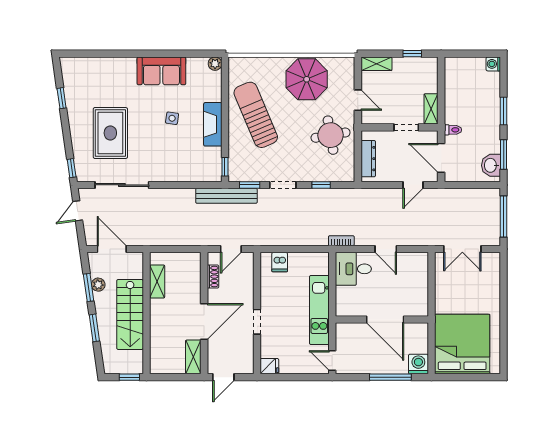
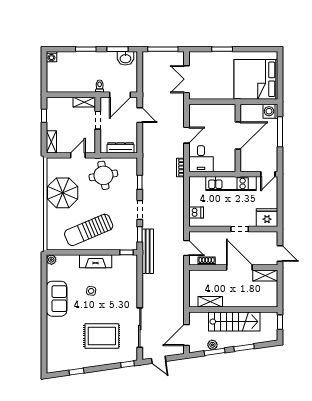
double door: (462, 249) -> (186, 79), swing flipped
window: (504, 298) -> (222, 49), added
fridge: (269, 366) -> (267, 218), width x1.88, depth x1.34

